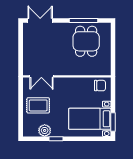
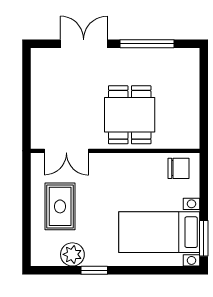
double door: (40, 20) -> (84, 44), moved
dining table: (86, 41) -> (130, 115), moved
rug: (38, 105) -> (60, 206), turned 90

